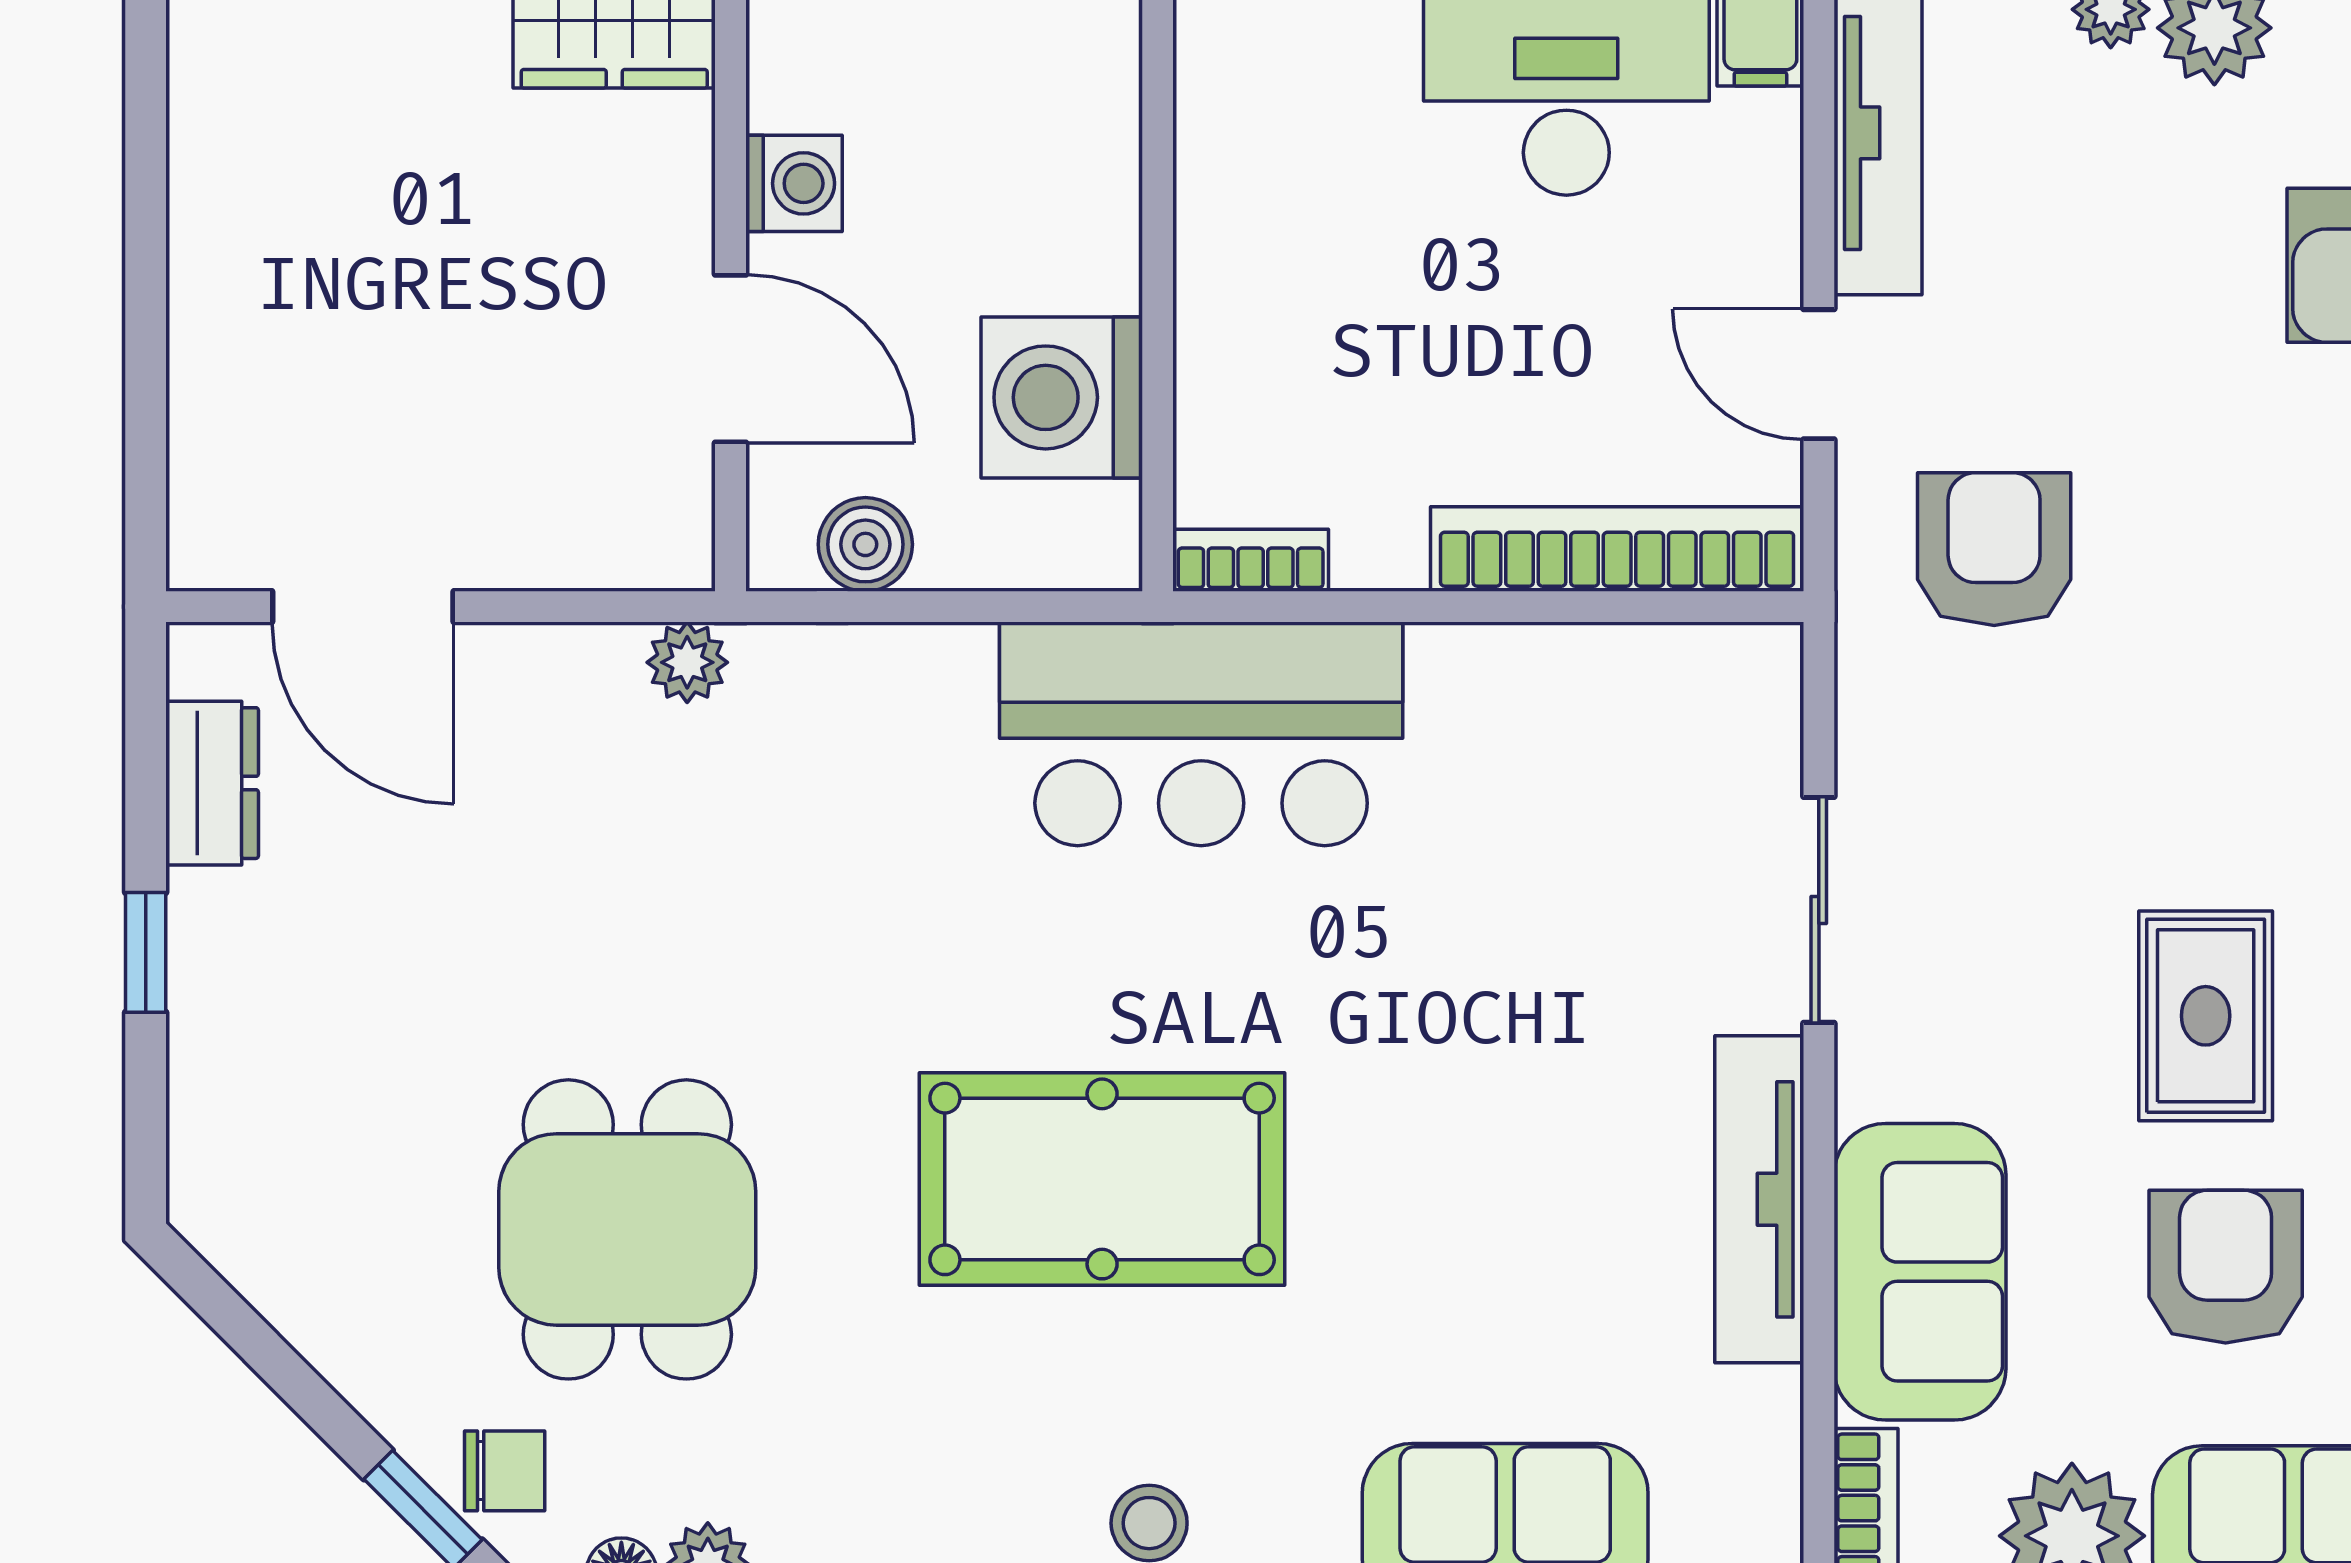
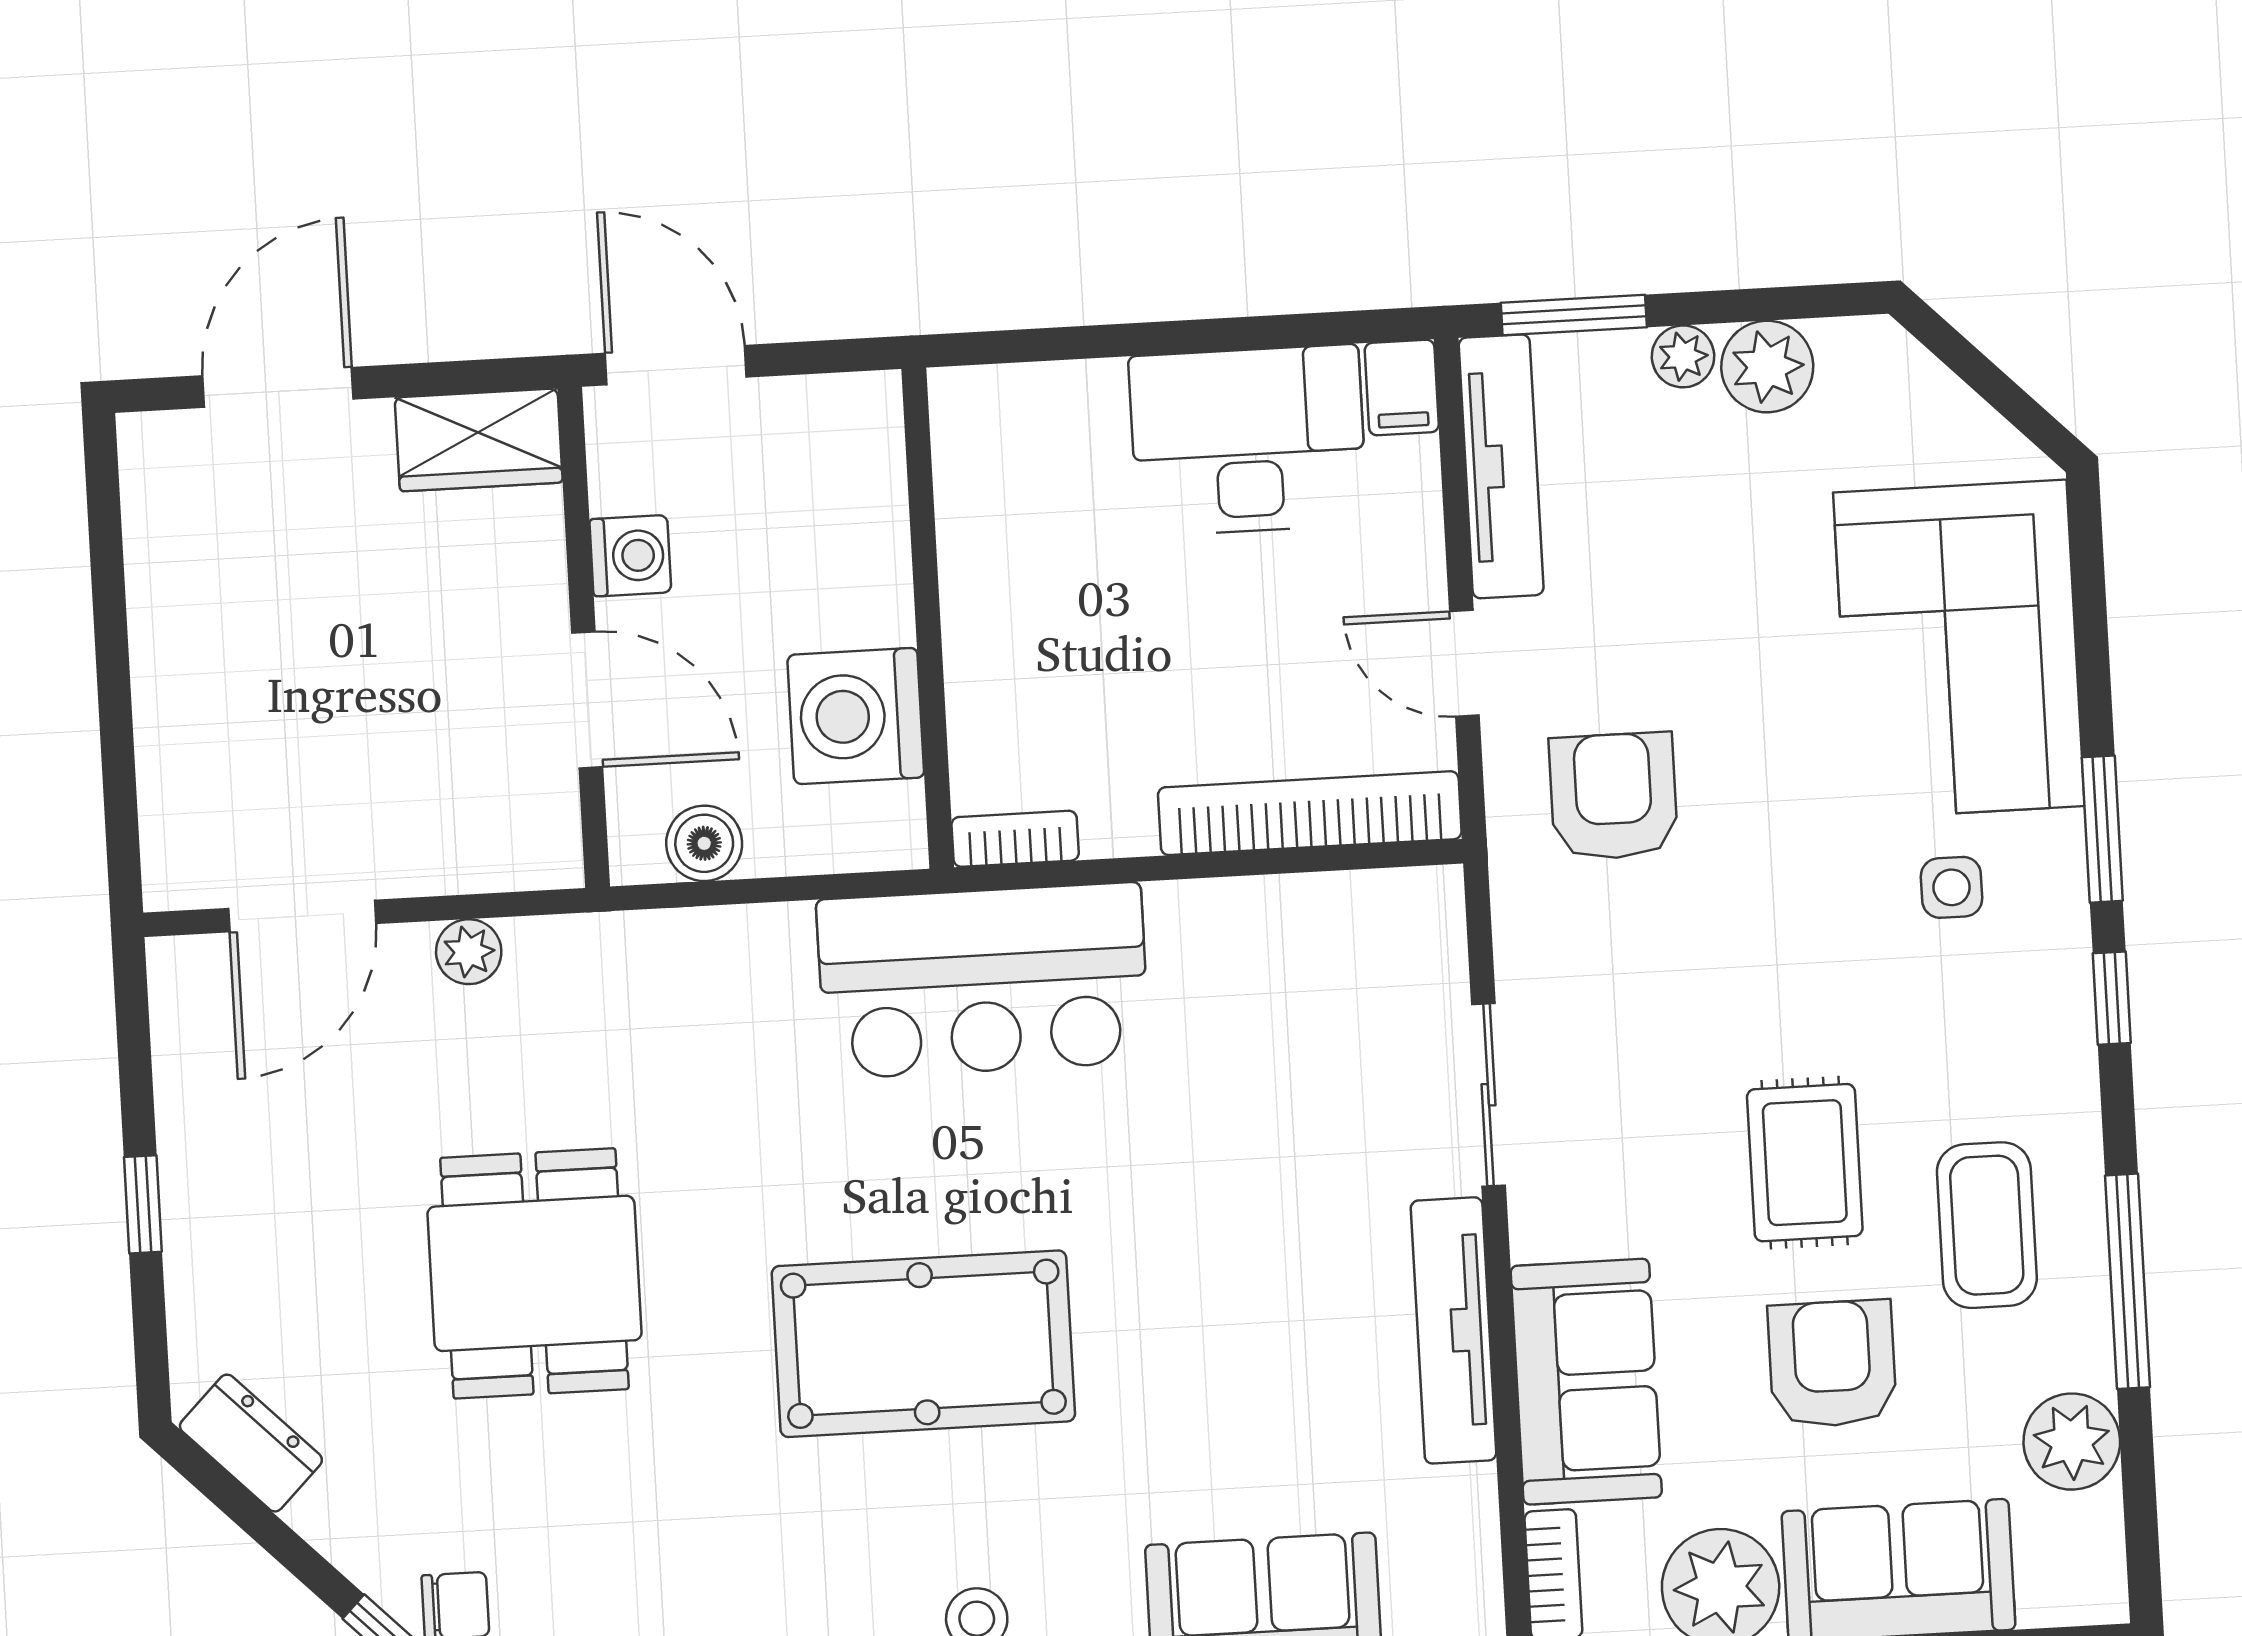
door: (363, 607) -> (302, 916), hinge flipped
plant: (687, 662) -> (469, 952), moved
dresser: (212, 783) -> (251, 1443), moved, turned -45
dining table: (627, 1229) -> (534, 1273), moved

